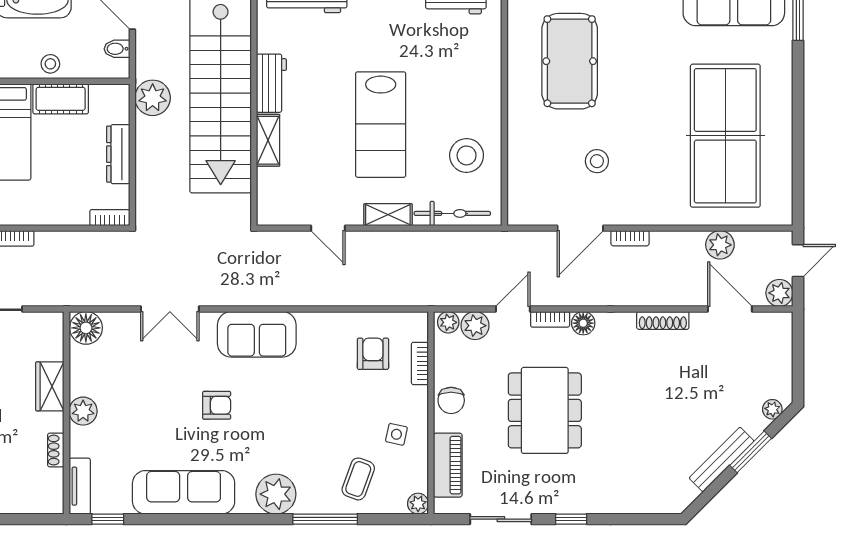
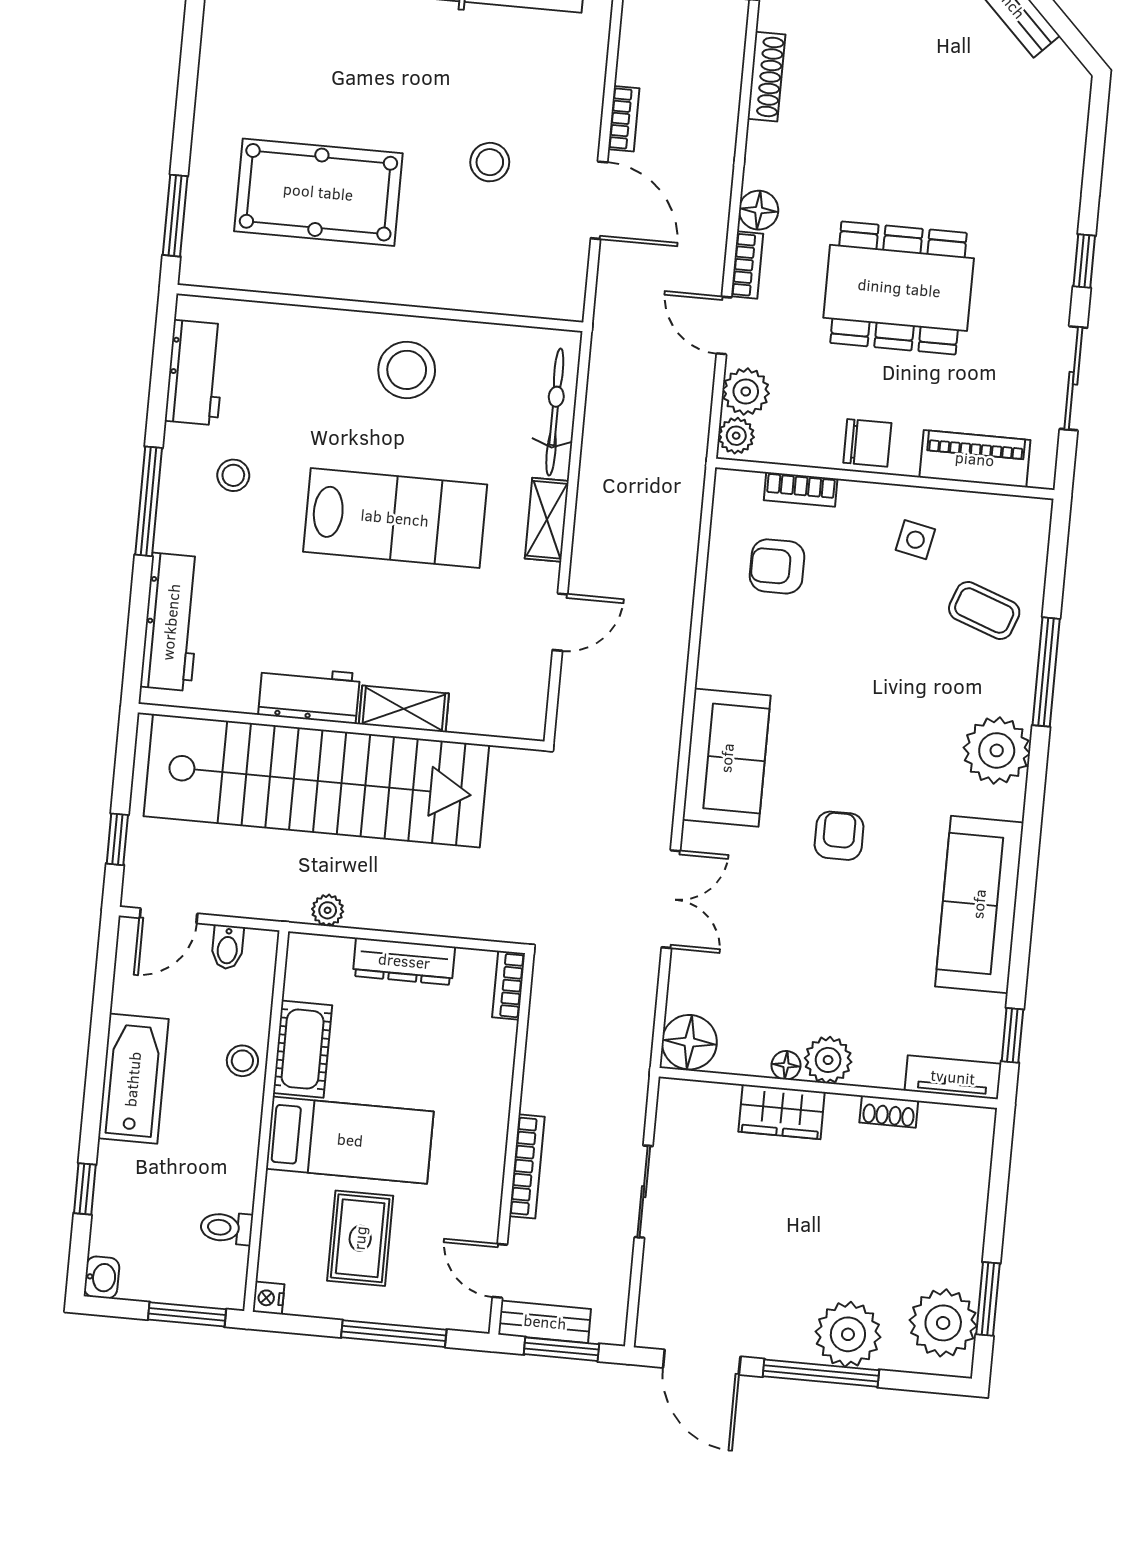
stool: (397, 26) -> (233, 475), added
plant: (153, 98) -> (328, 910), width x0.53, depth x0.53
stool: (467, 155) -> (407, 370), moved
floor lamp: (78, 386) -> (786, 1065), added
plant: (418, 504) -> (1035, 514), removed

